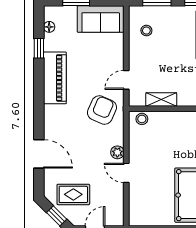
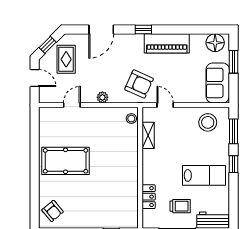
floor lamp: (49, 27) -> (215, 43), width x1.89, depth x1.89
stool: (146, 31) -> (208, 122), width x1.89, depth x1.89
window: (39, 48) -> (143, 30), moved
door: (126, 173) -> (72, 105), moved

